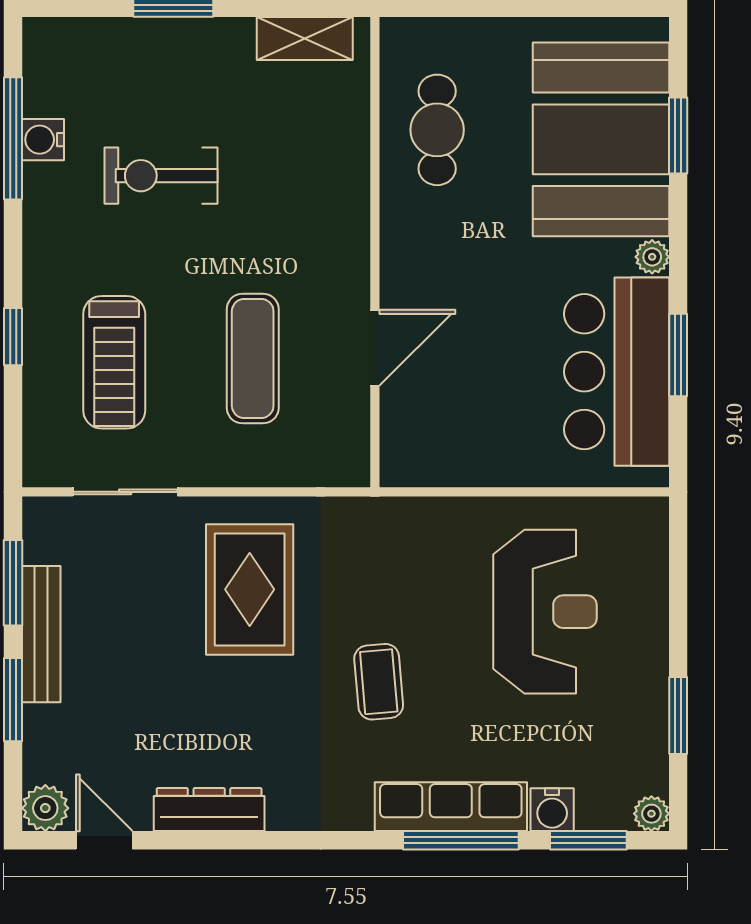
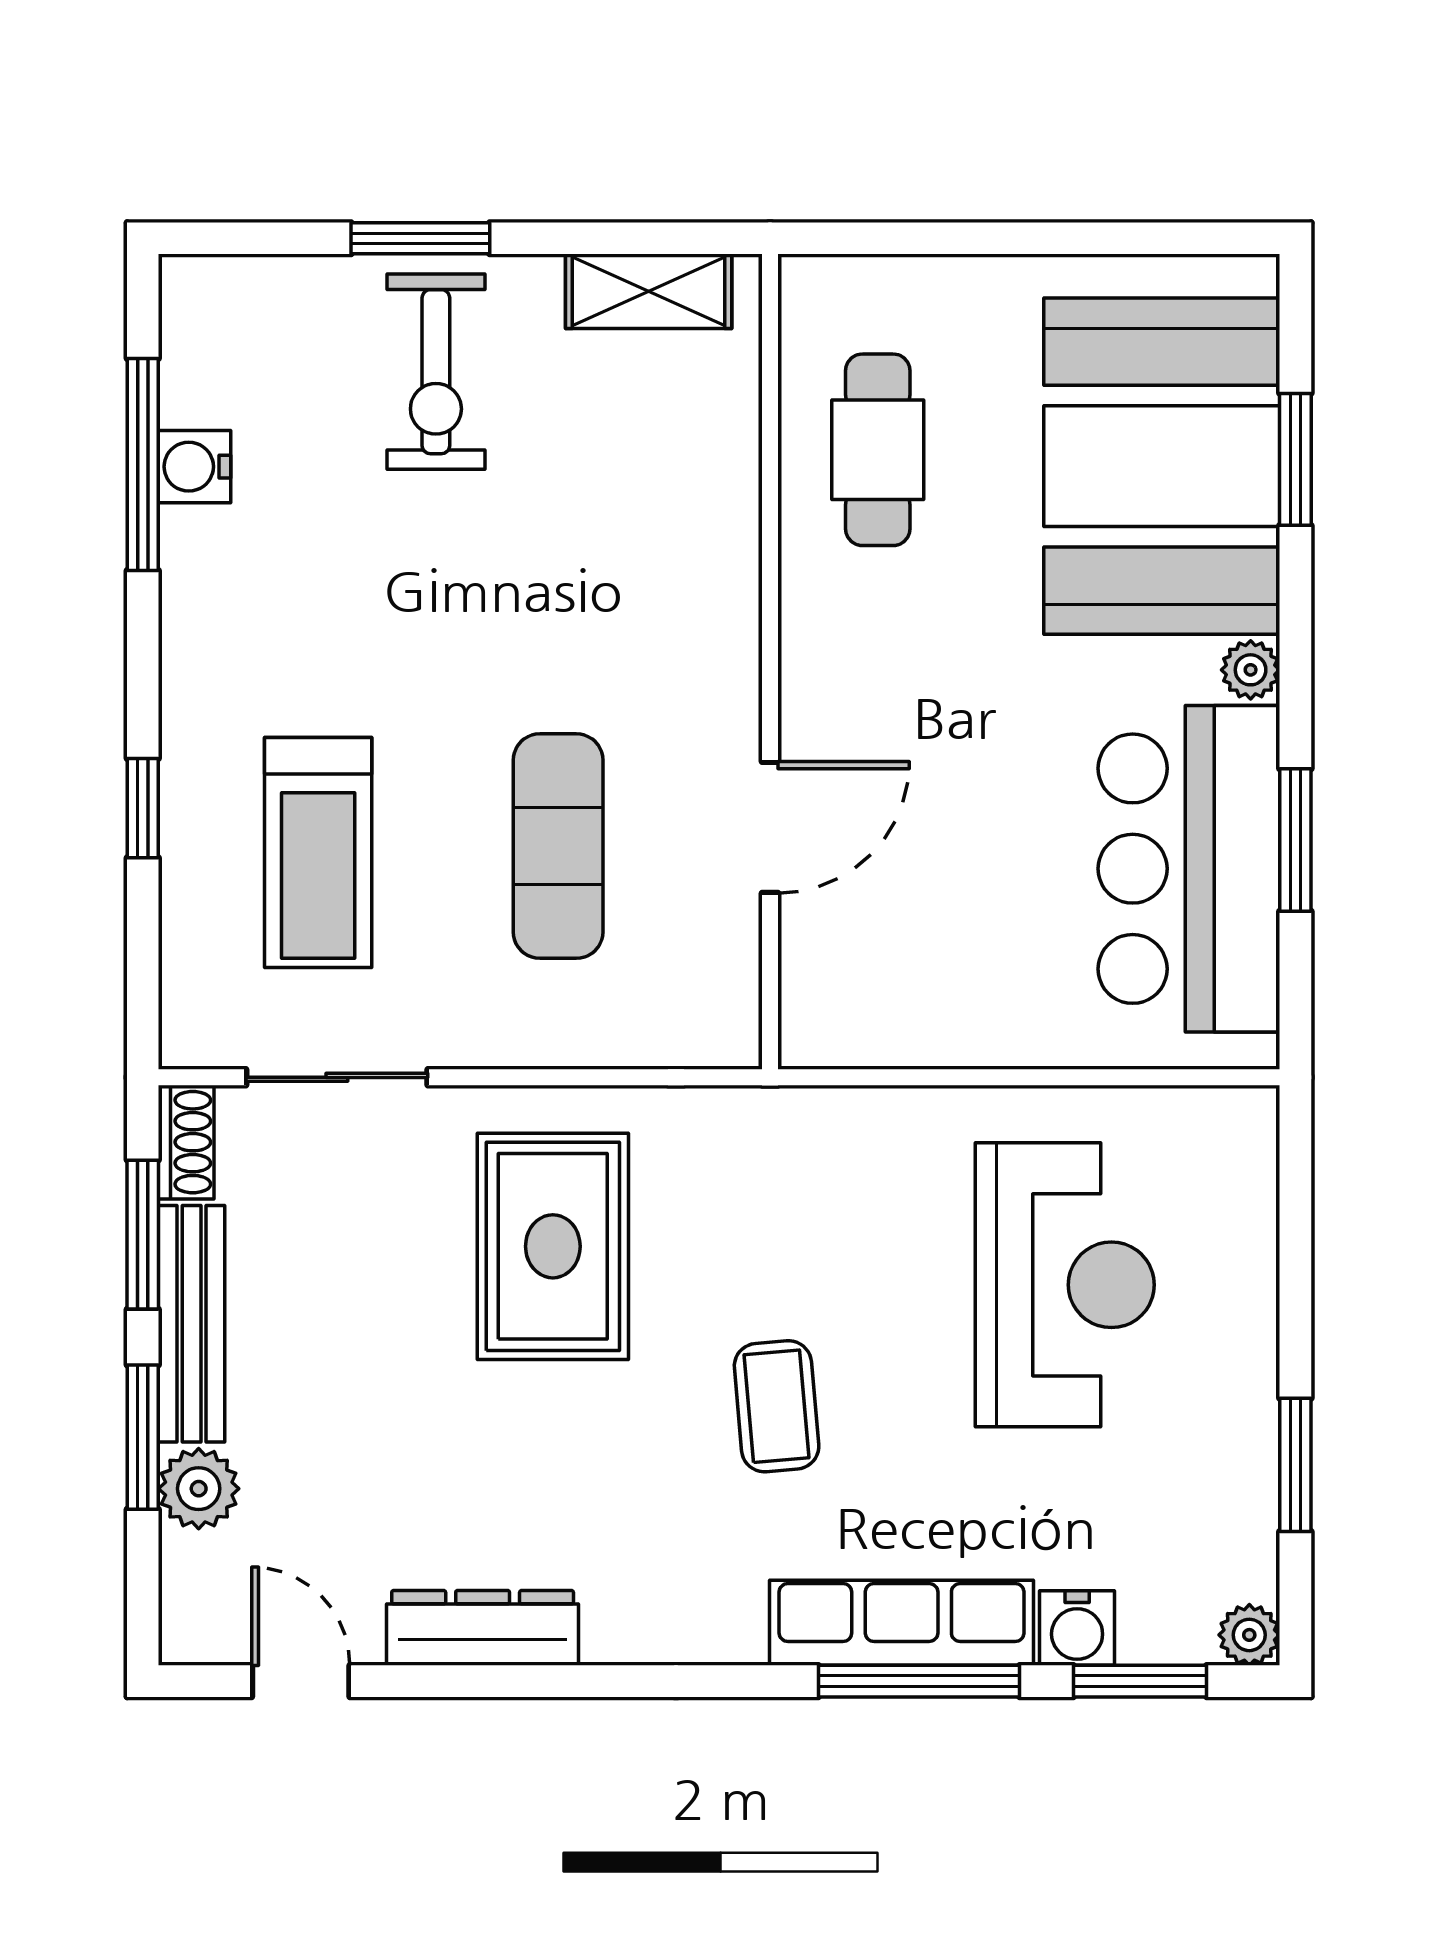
exercise bike: (161, 176) -> (436, 372), moved, turned -90
shoe rack: (38, 529) -> (186, 1142), added
plant: (45, 808) -> (199, 1489), moved

